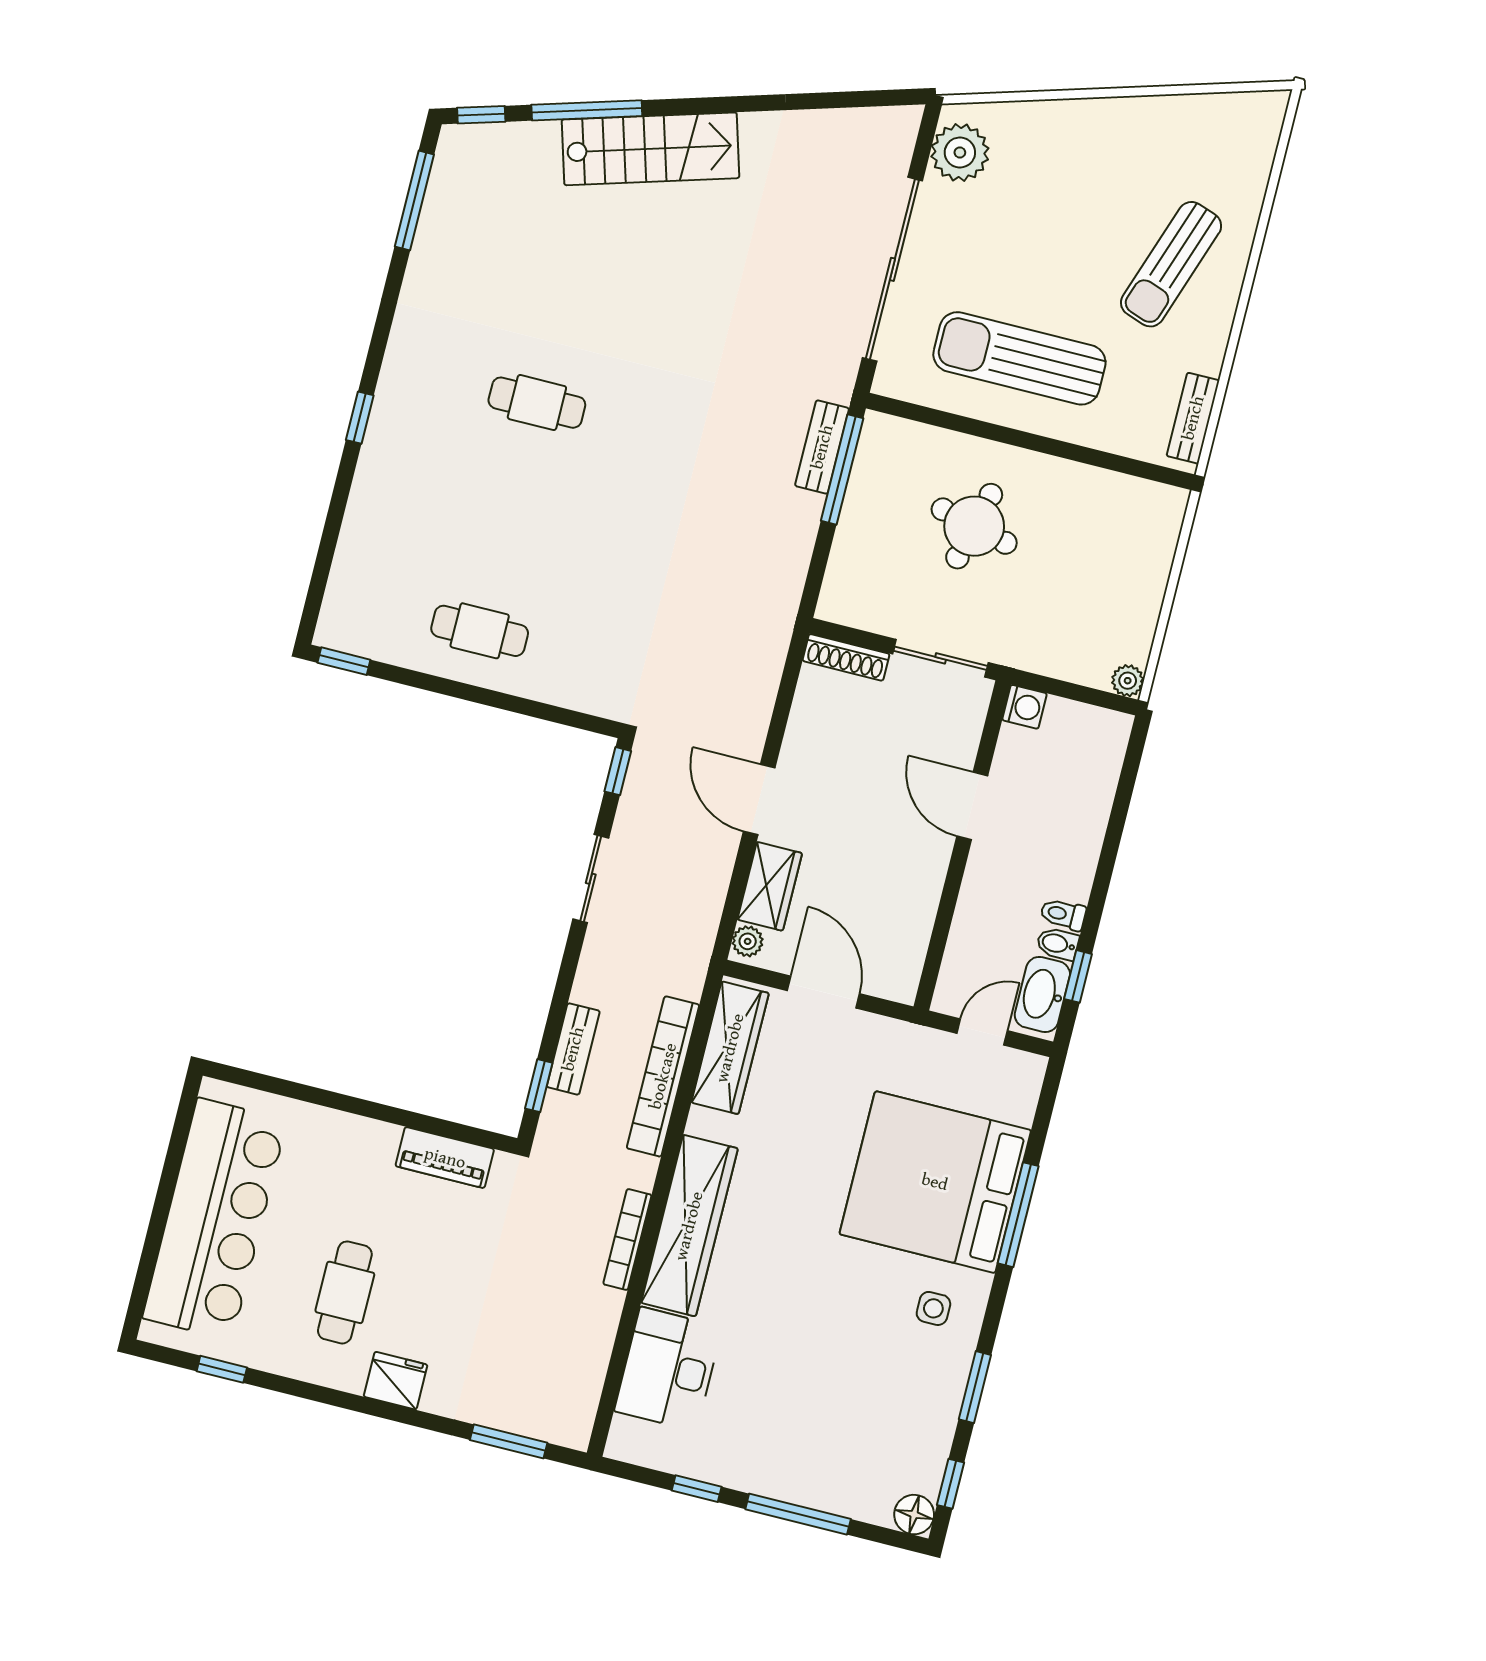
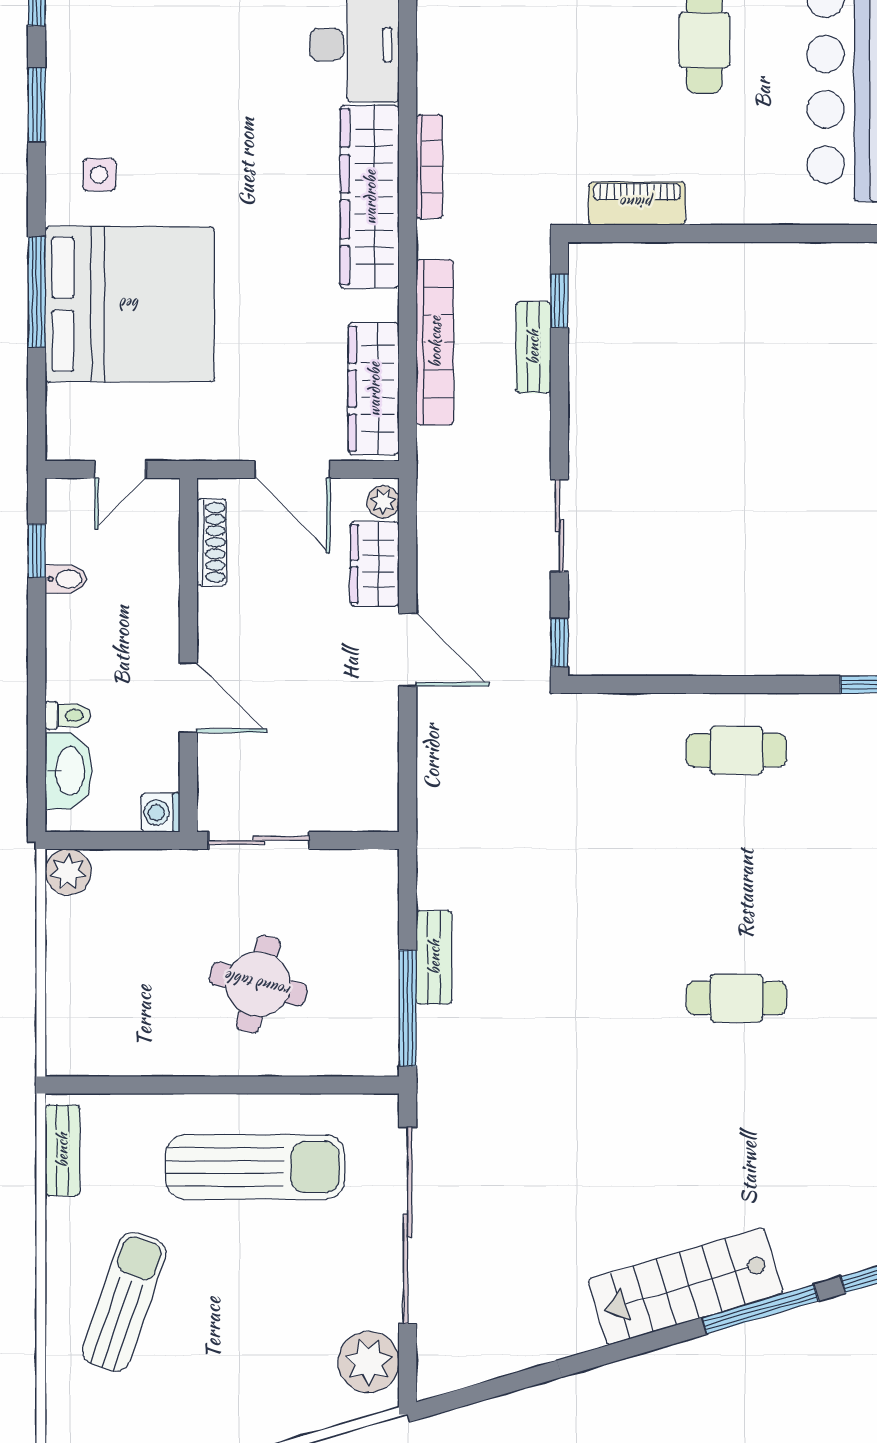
bench: (822, 447) -> (434, 957), moved
shoe rack: (846, 657) -> (212, 542), moved, turned 90
plant: (1128, 681) -> (68, 872), width x1.38, depth x1.38
toilet: (1063, 914) -> (68, 715), moved
washbasin: (1042, 994) -> (68, 771), moved

